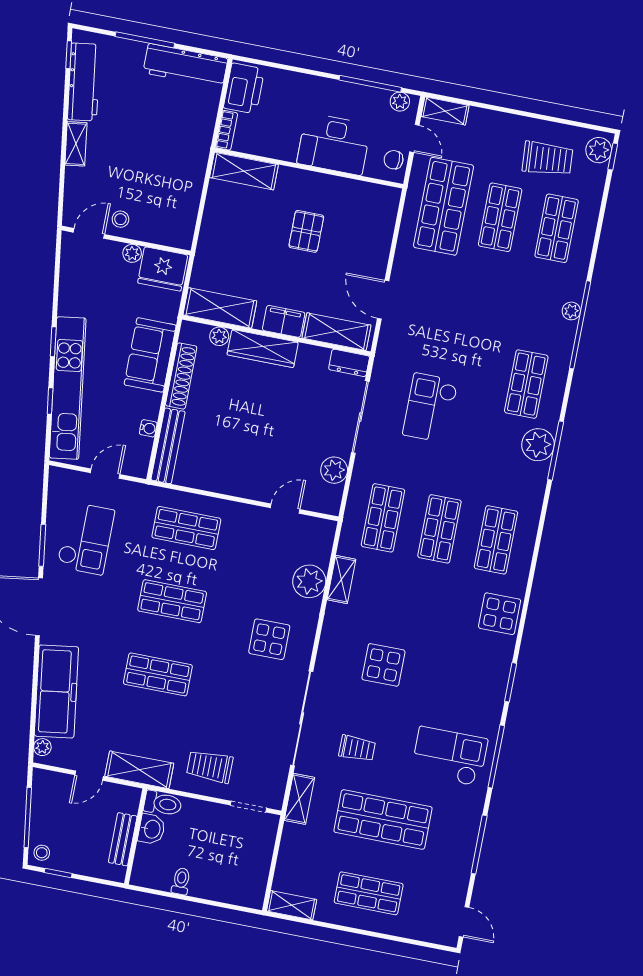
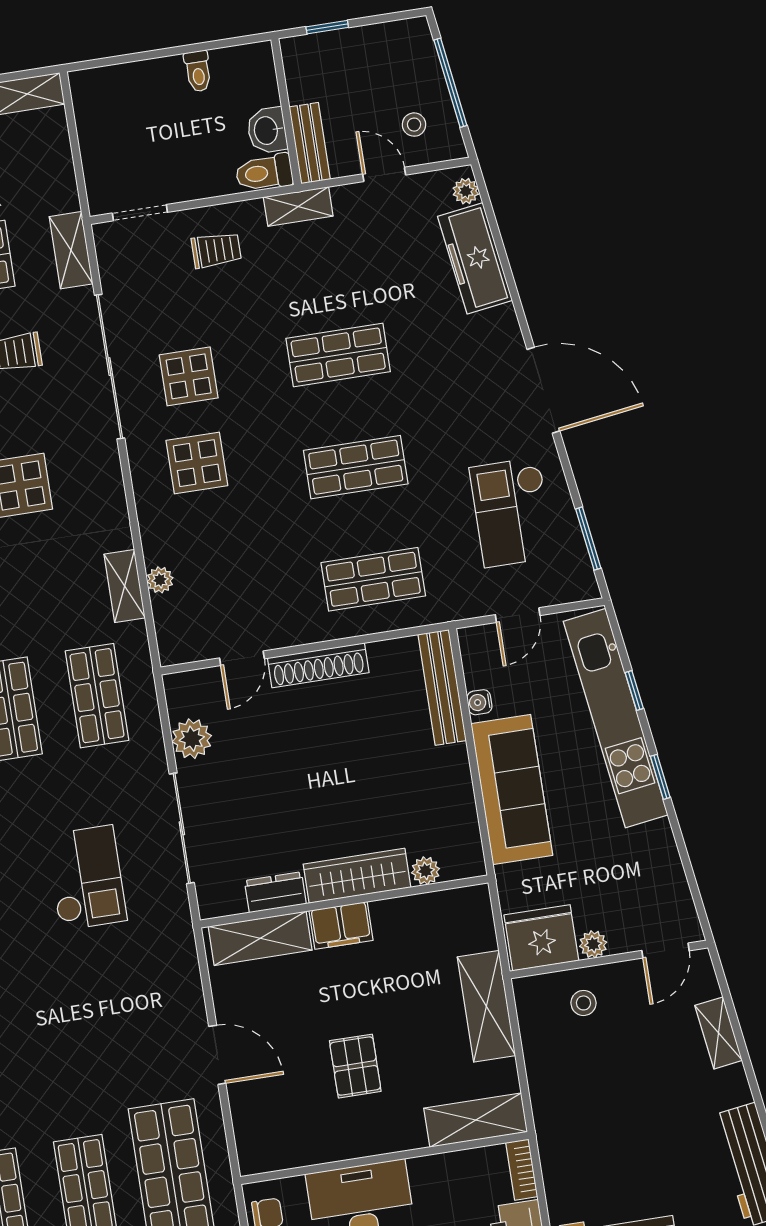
shelving: (76, 144) -> (719, 1033), moved
stool: (120, 219) -> (583, 1003), moved
door: (383, 300) -> (217, 1055), moved
shelving: (220, 308) -> (486, 1006), moved, turned 90
sofa: (150, 355) -> (512, 790), width x1.36
dresser: (349, 363) -> (275, 892), moved
shoe rack: (181, 376) -> (318, 665), moved, turned -90
window: (42, 545) -> (588, 539), moved
plant: (309, 581) -> (160, 580), width x0.53, depth x0.53
freezer: (56, 691) -> (475, 258), width x0.73, depth x0.79
display table: (255, 695) -> (189, 376), added
trolley: (210, 766) -> (216, 250), width x0.73, depth x0.72
shelving: (139, 770) -> (298, 206), width x0.67, depth x0.75
door: (89, 776) -> (384, 174), hinge flipped
bench: (123, 839) -> (310, 143), moved
stool: (42, 853) -> (414, 125), moved
window: (58, 873) -> (327, 27), moved

